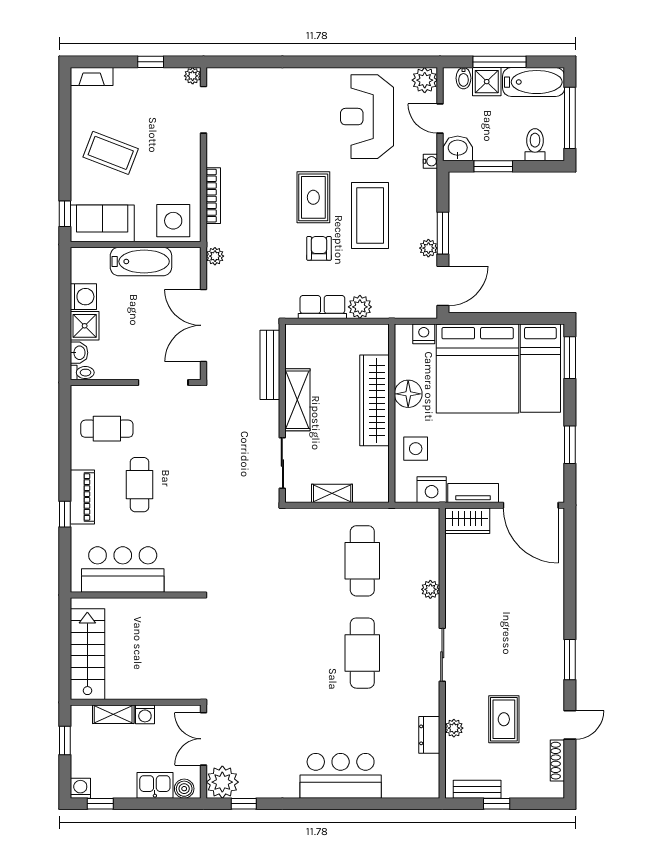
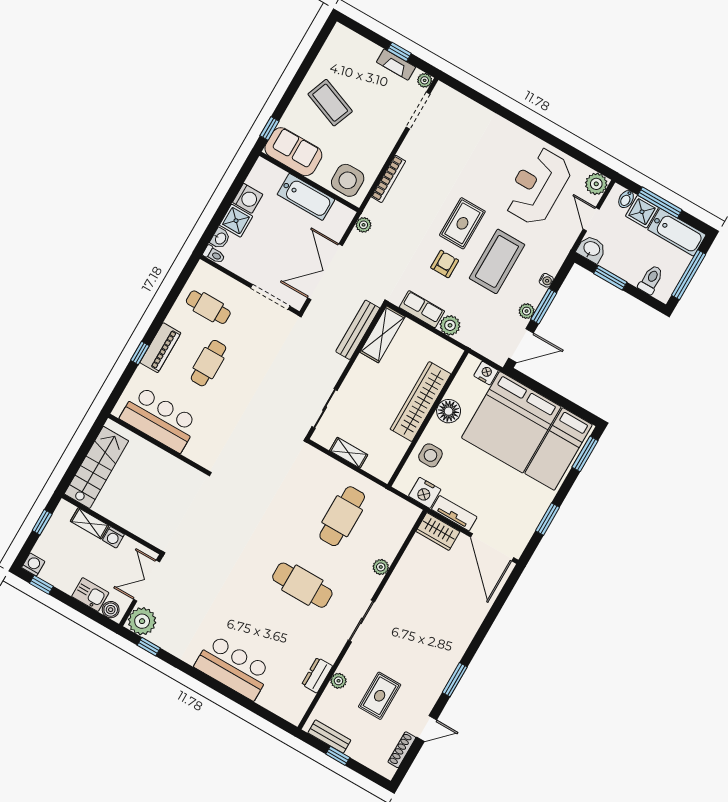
fireplace: (92, 77) -> (396, 65), moved
water cooler: (430, 161) -> (546, 280), moved
shelving: (297, 400) -> (383, 334), moved
cafe table: (362, 653) -> (302, 585), turned 90

